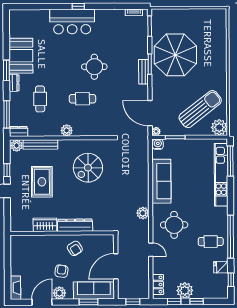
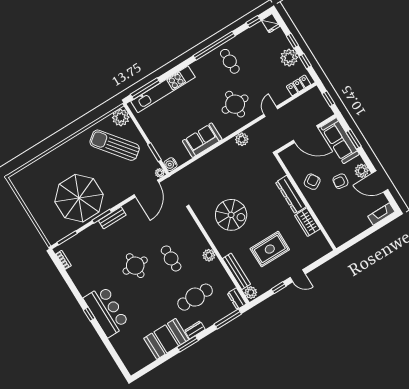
cafe table: (40, 99) -> (195, 297), width x1.37, depth x1.35
sofa: (161, 181) -> (202, 140), width x0.73
fridge: (221, 267) -> (271, 23), moved

